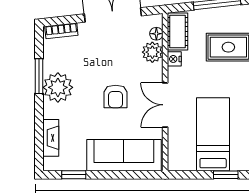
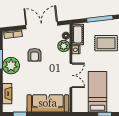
armchair: (116, 96) -> (35, 55), moved
double door: (165, 105) -> (71, 75), swing flipped

